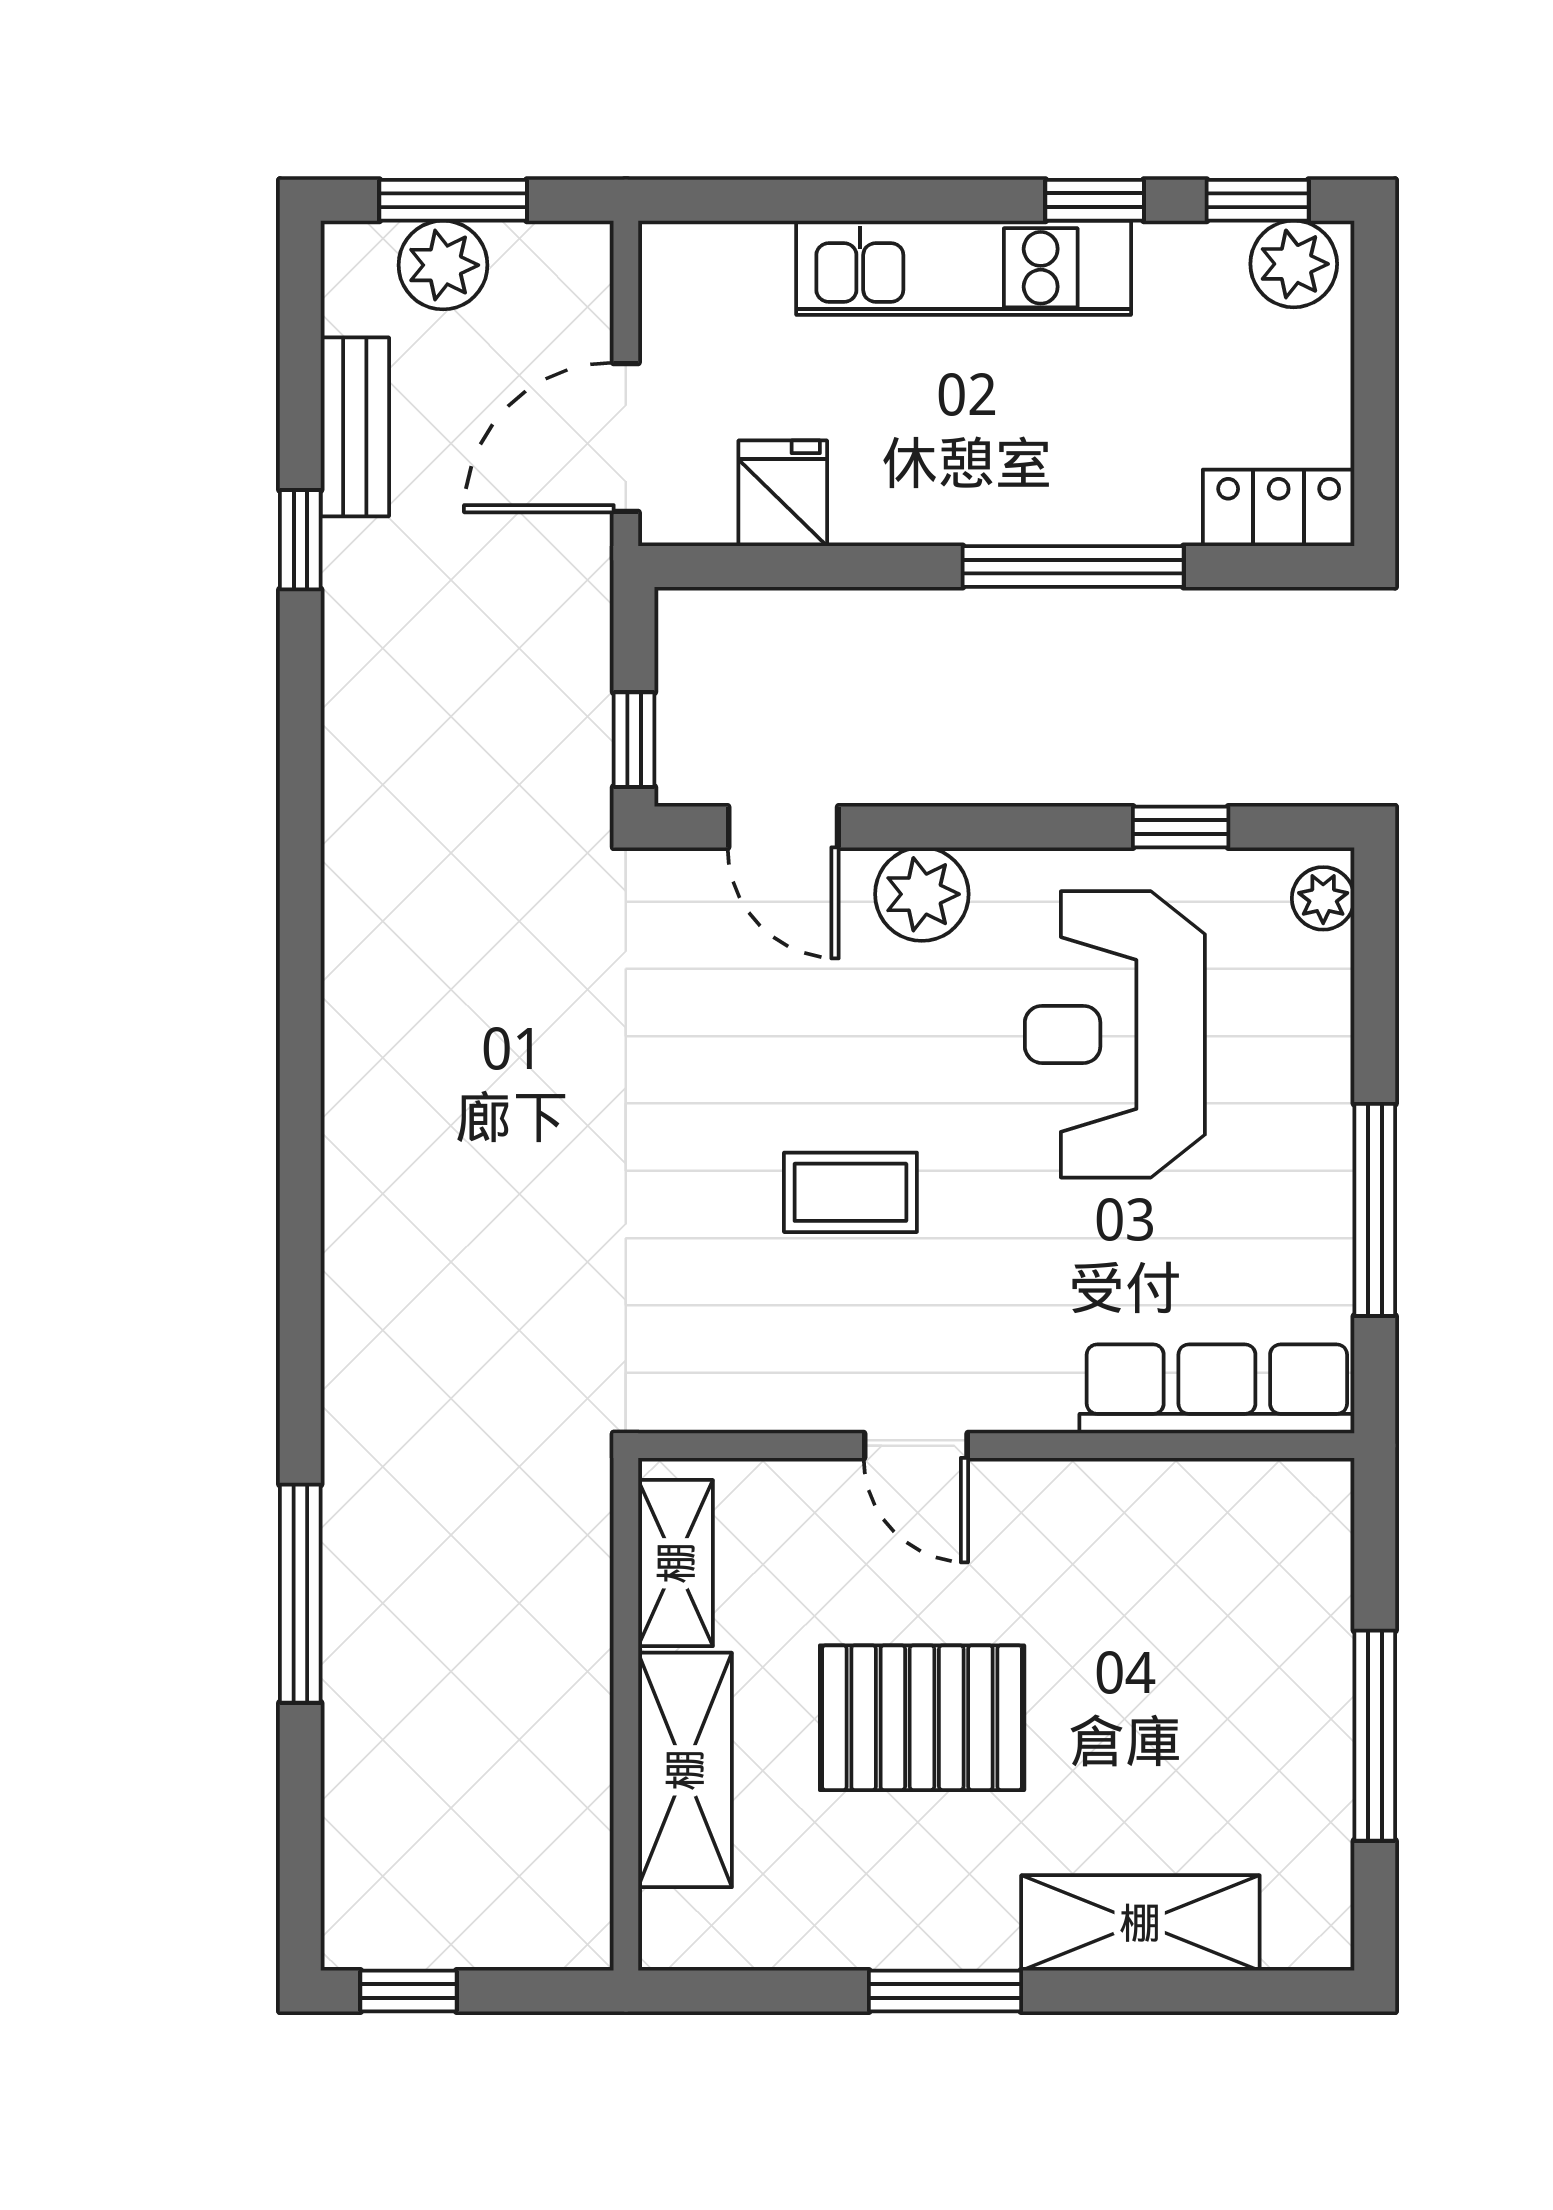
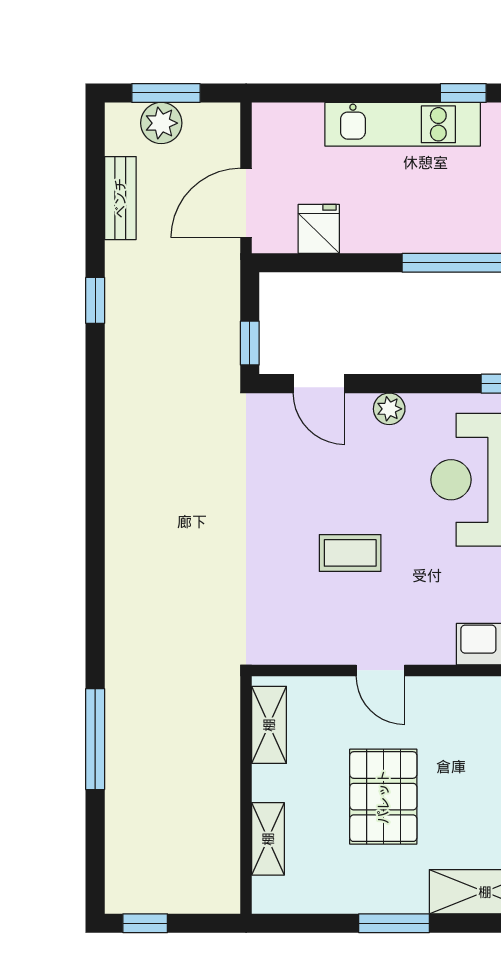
window: (300, 540) -> (95, 300), moved
plant: (922, 894) -> (389, 409), width x0.73, depth x0.73
pallet: (922, 1718) -> (383, 797), turned 90
shelving: (685, 1770) -> (268, 839), width x0.67, depth x0.75

